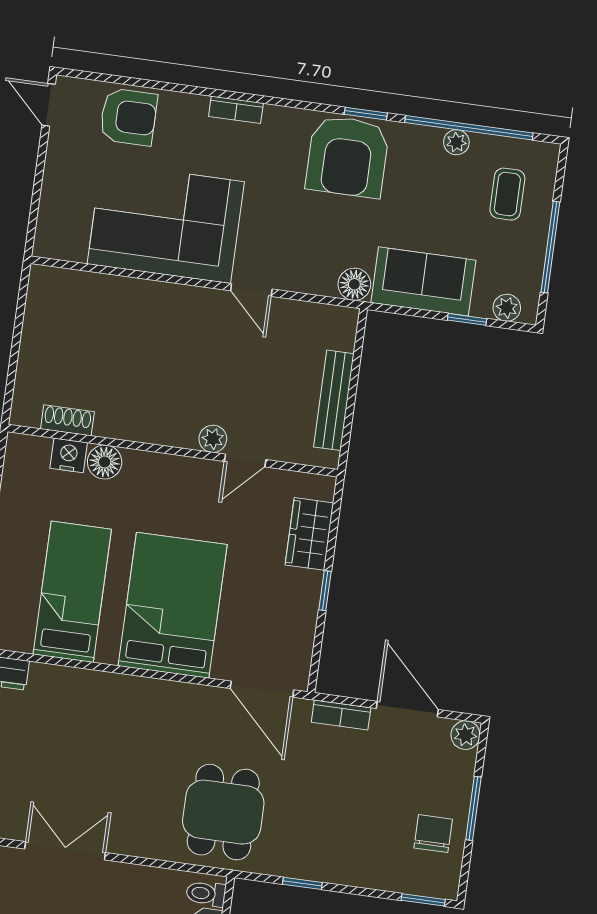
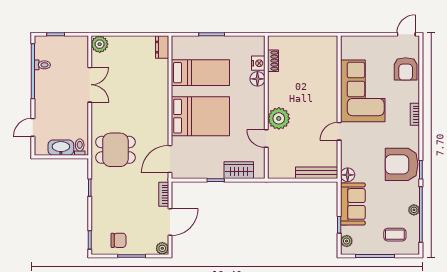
bench: (334, 400) -> (317, 173), moved
plant: (213, 439) -> (279, 118), width x1.87, depth x1.87

